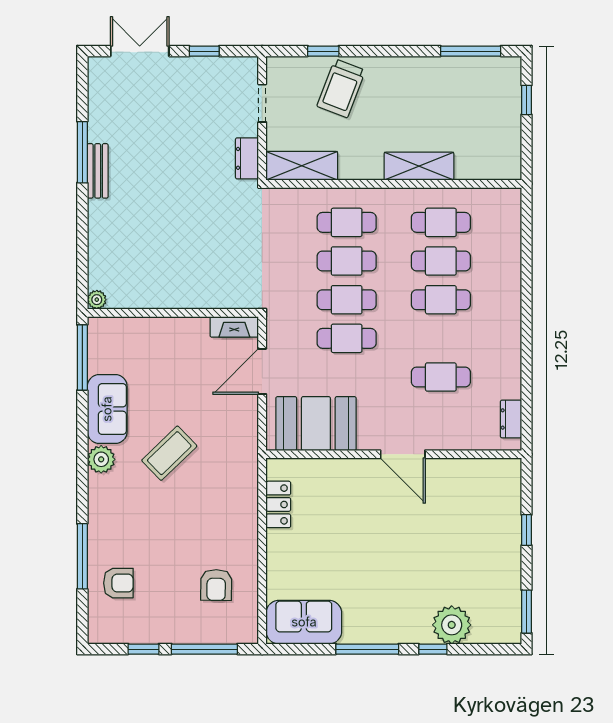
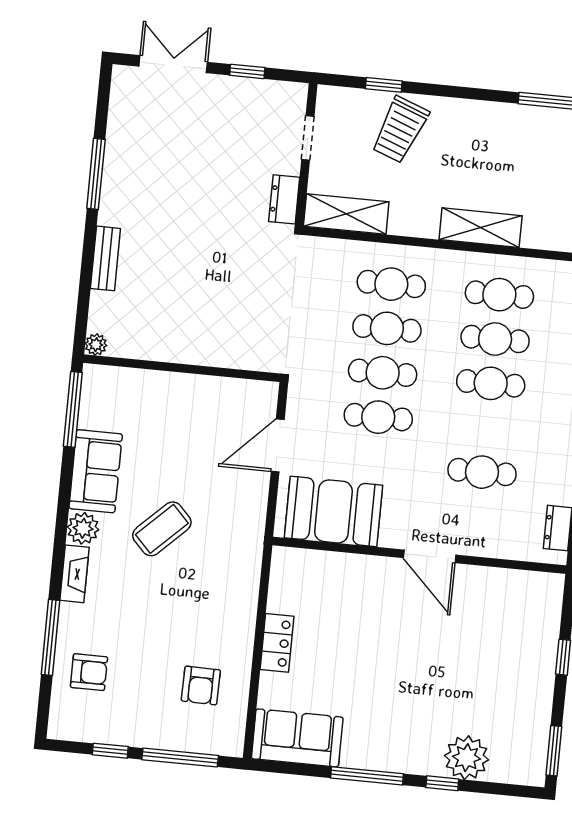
bench: (98, 171) -> (105, 258), moved
fireplace: (234, 327) -> (74, 574), moved, turned -90
locker: (278, 504) -> (277, 643), moved

